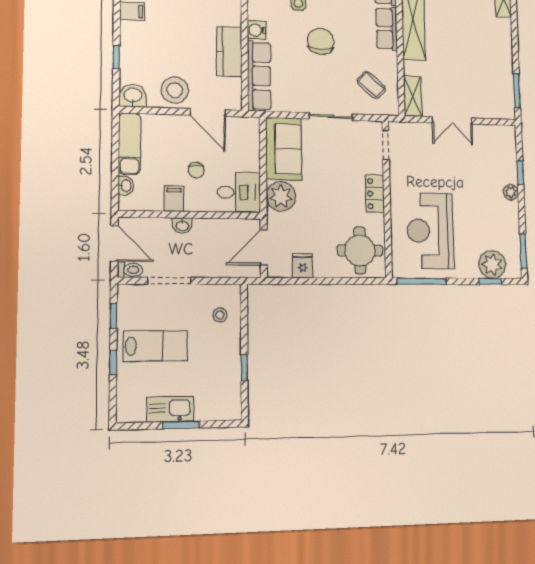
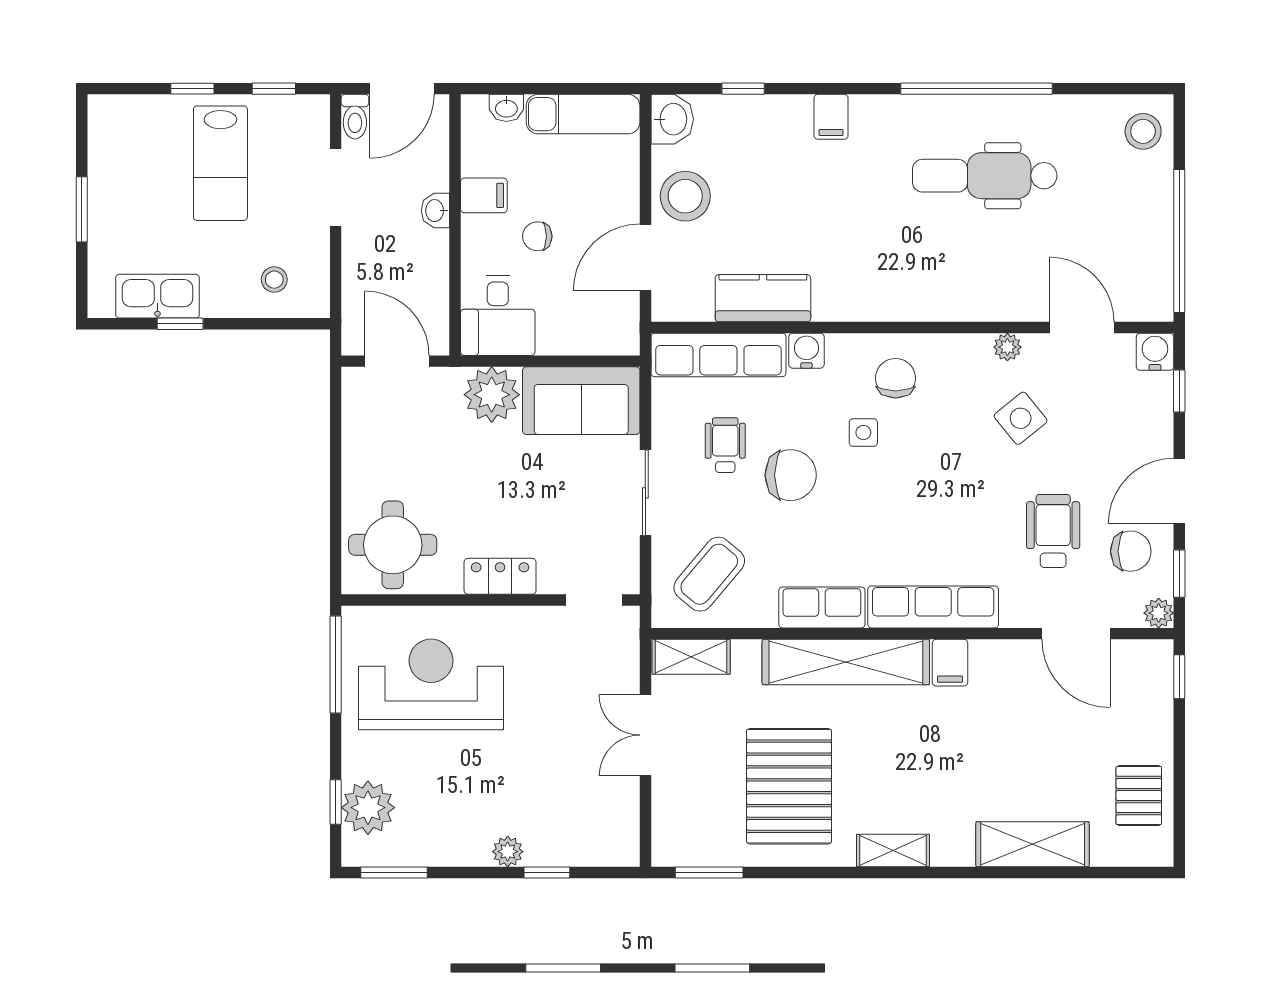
pallet: (474, 49) -> (789, 786), added
wheelchair: (306, 74) -> (725, 445), added
coffee table: (371, 85) -> (709, 574), width x1.36, depth x1.30
fridge: (303, 266) -> (364, 434), removed
kitchen sink: (170, 409) -> (158, 296), moved, turned -90

